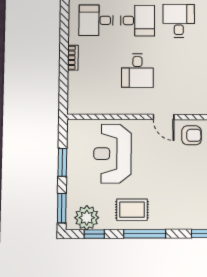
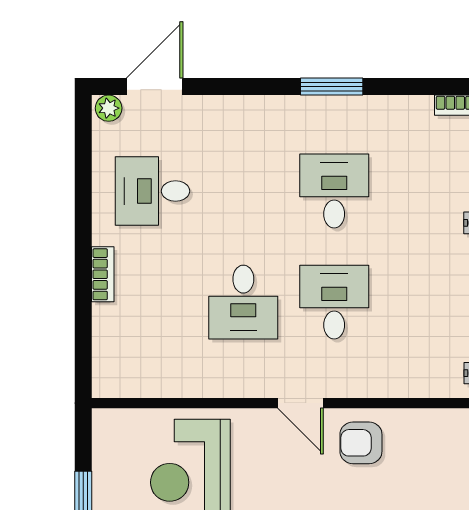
desk: (138, 21) -> (334, 302), moved, turned -90
armchair: (192, 135) -> (361, 443), turned 180

